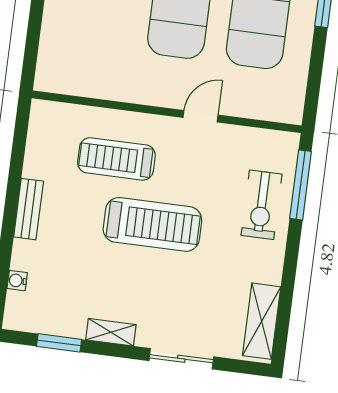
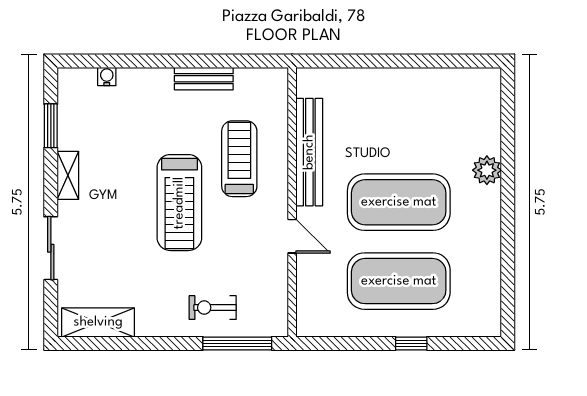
bench: (119, 88) -> (309, 152), added
exercise bike: (262, 205) -> (213, 308), width x0.73, depth x0.72
bench: (29, 209) -> (204, 79), moved

